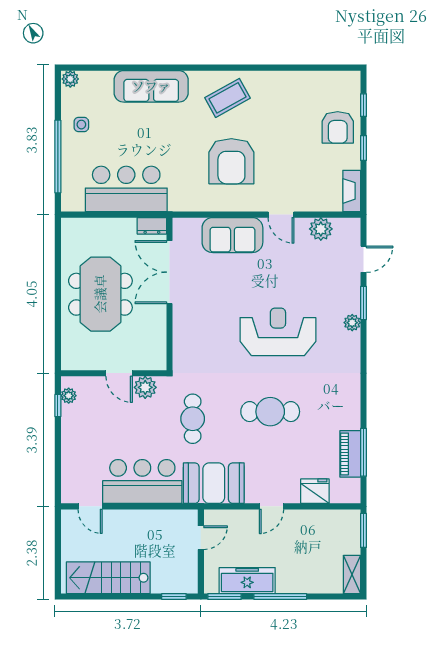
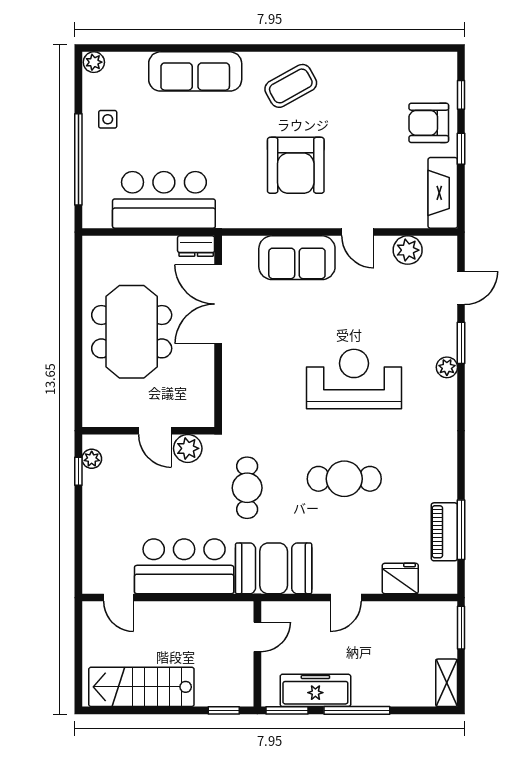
armchair: (338, 127) -> (429, 123), turned 90
fireplace: (352, 191) -> (443, 193), width x1.37, depth x1.32

